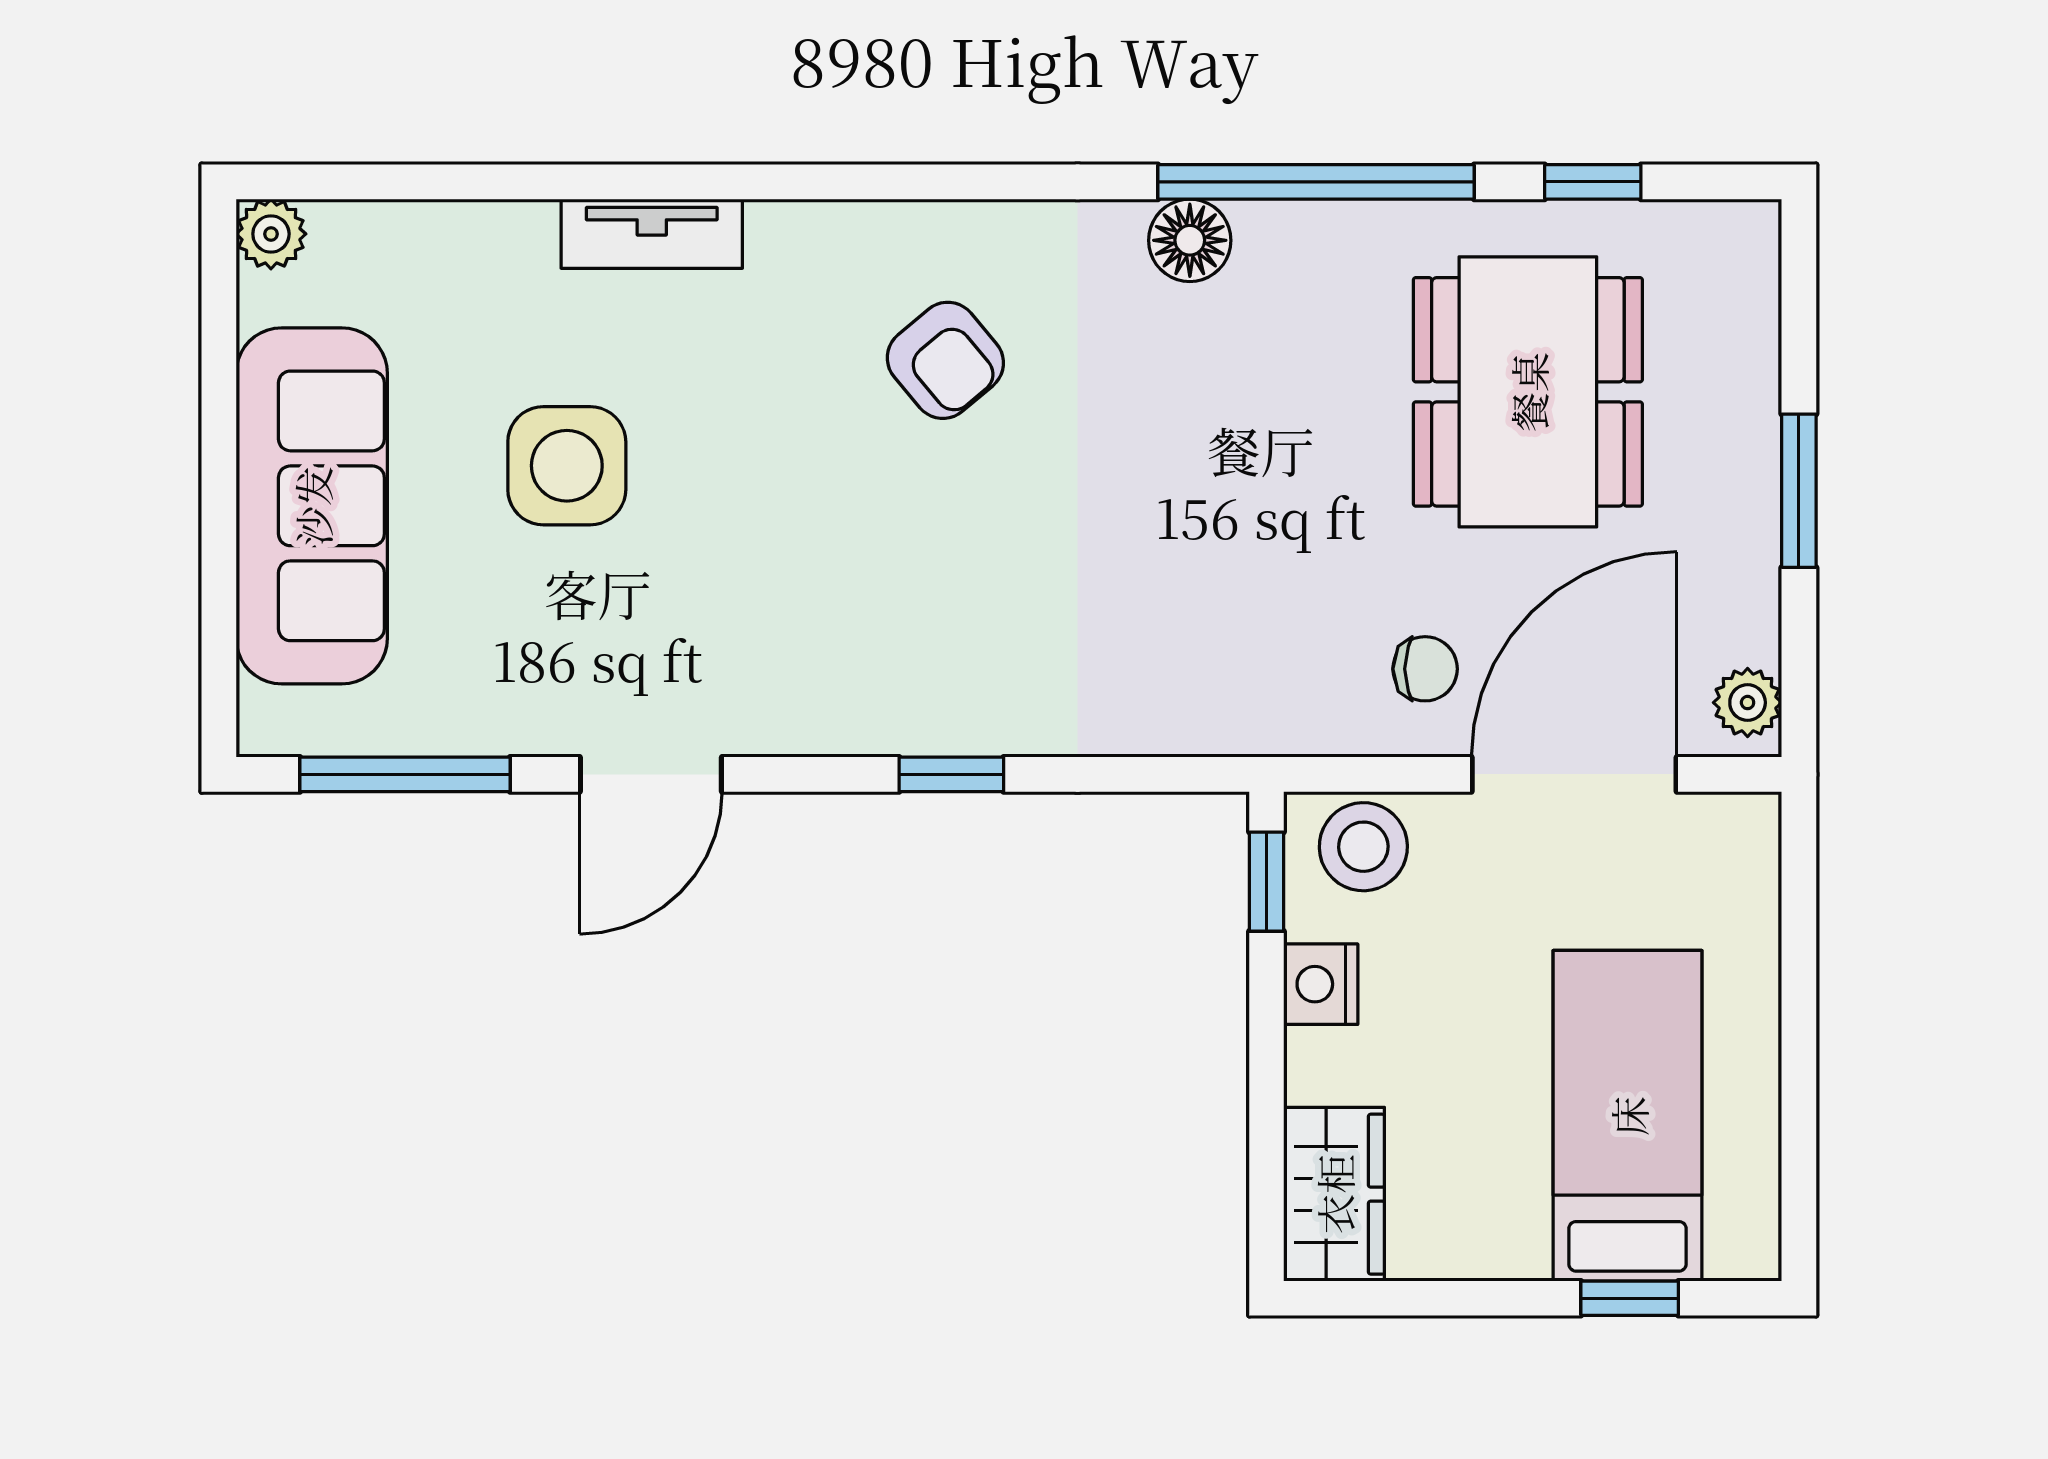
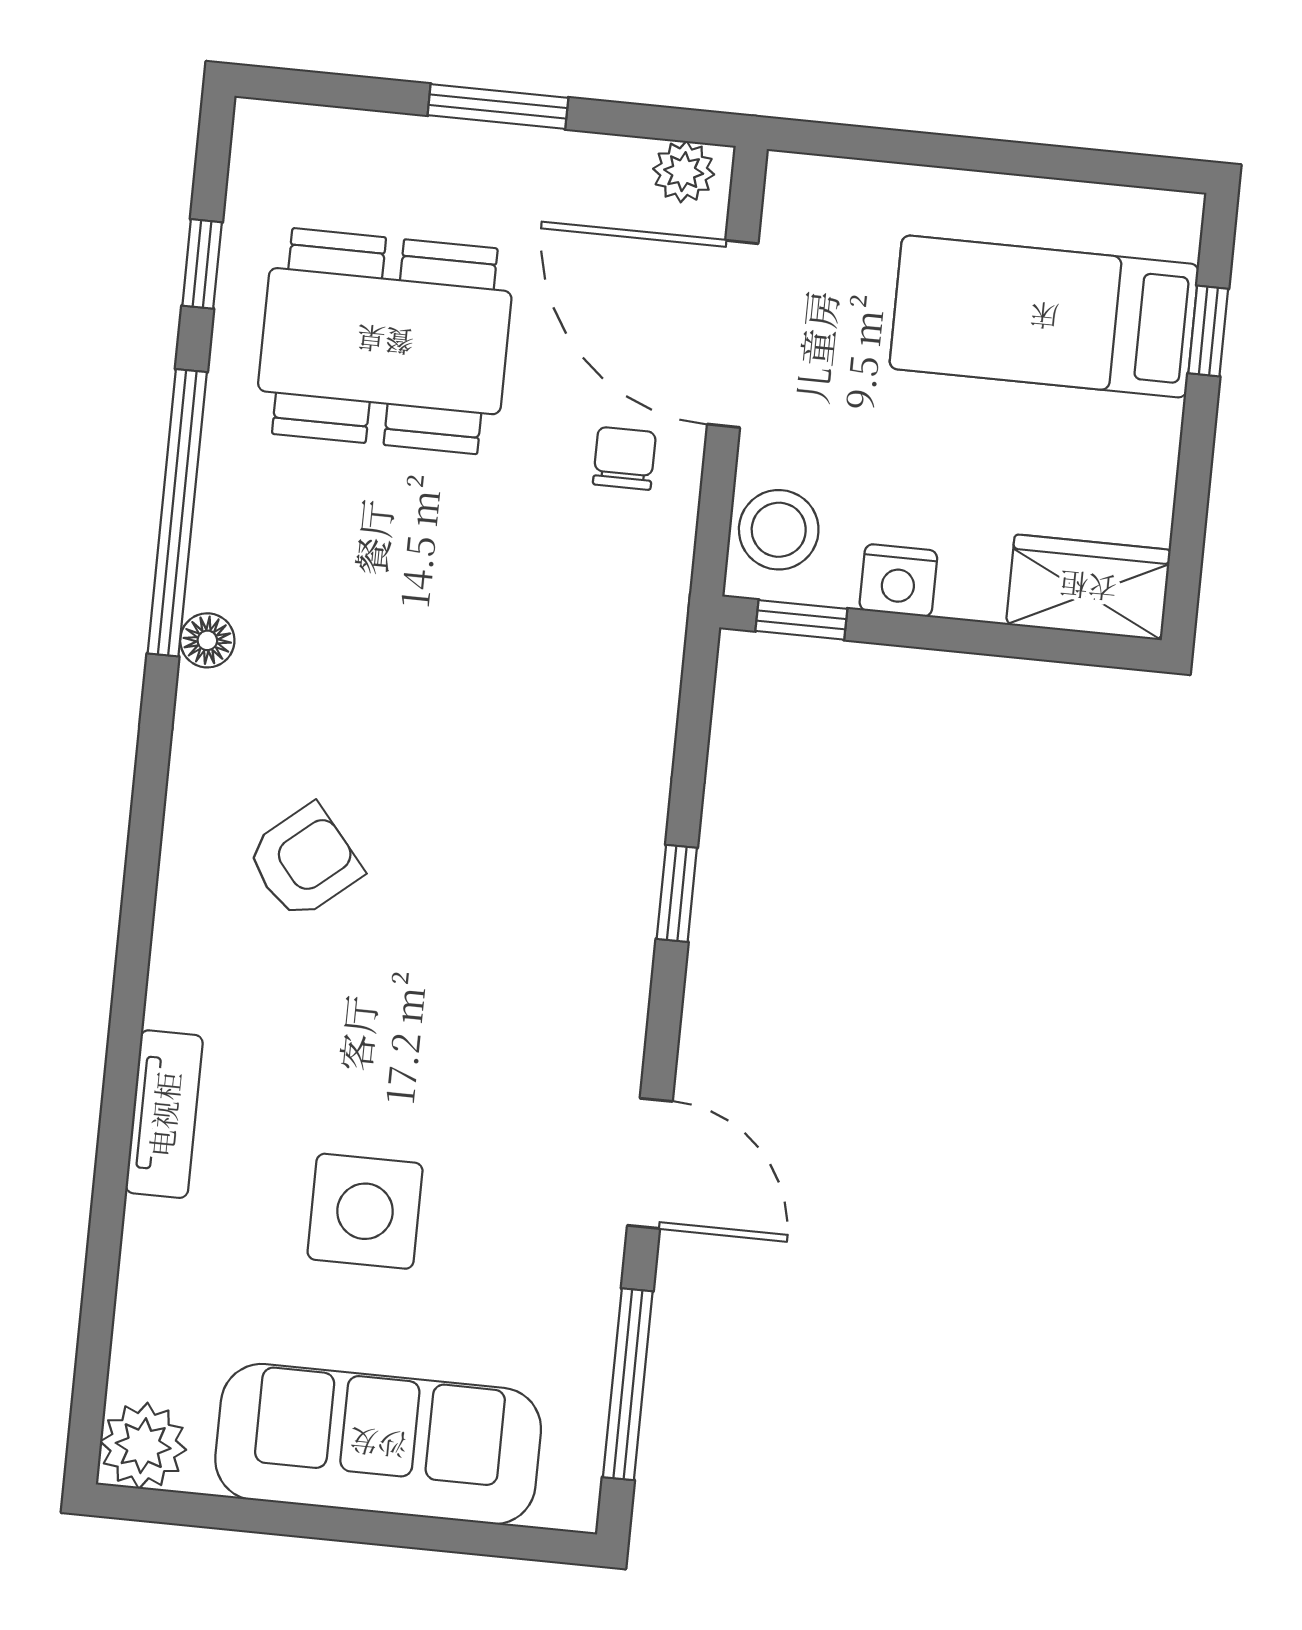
plant: (271, 234) -> (143, 1446), width x1.38, depth x1.38
floor lamp: (1190, 240) -> (207, 640), width x0.73, depth x0.73

